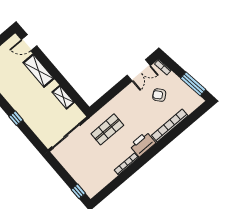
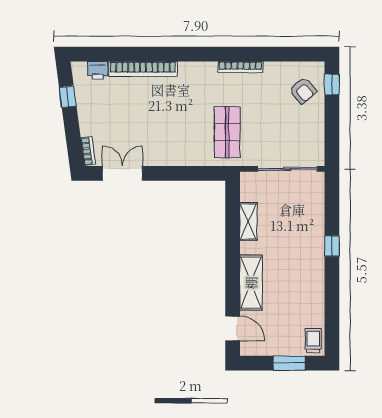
window: (193, 84) -> (68, 97), width x0.46
armchair: (159, 95) -> (303, 90), moved
shop shelf: (107, 129) -> (227, 132), turned 90
printer: (143, 144) -> (98, 70), moved, width x0.53, depth x0.68

